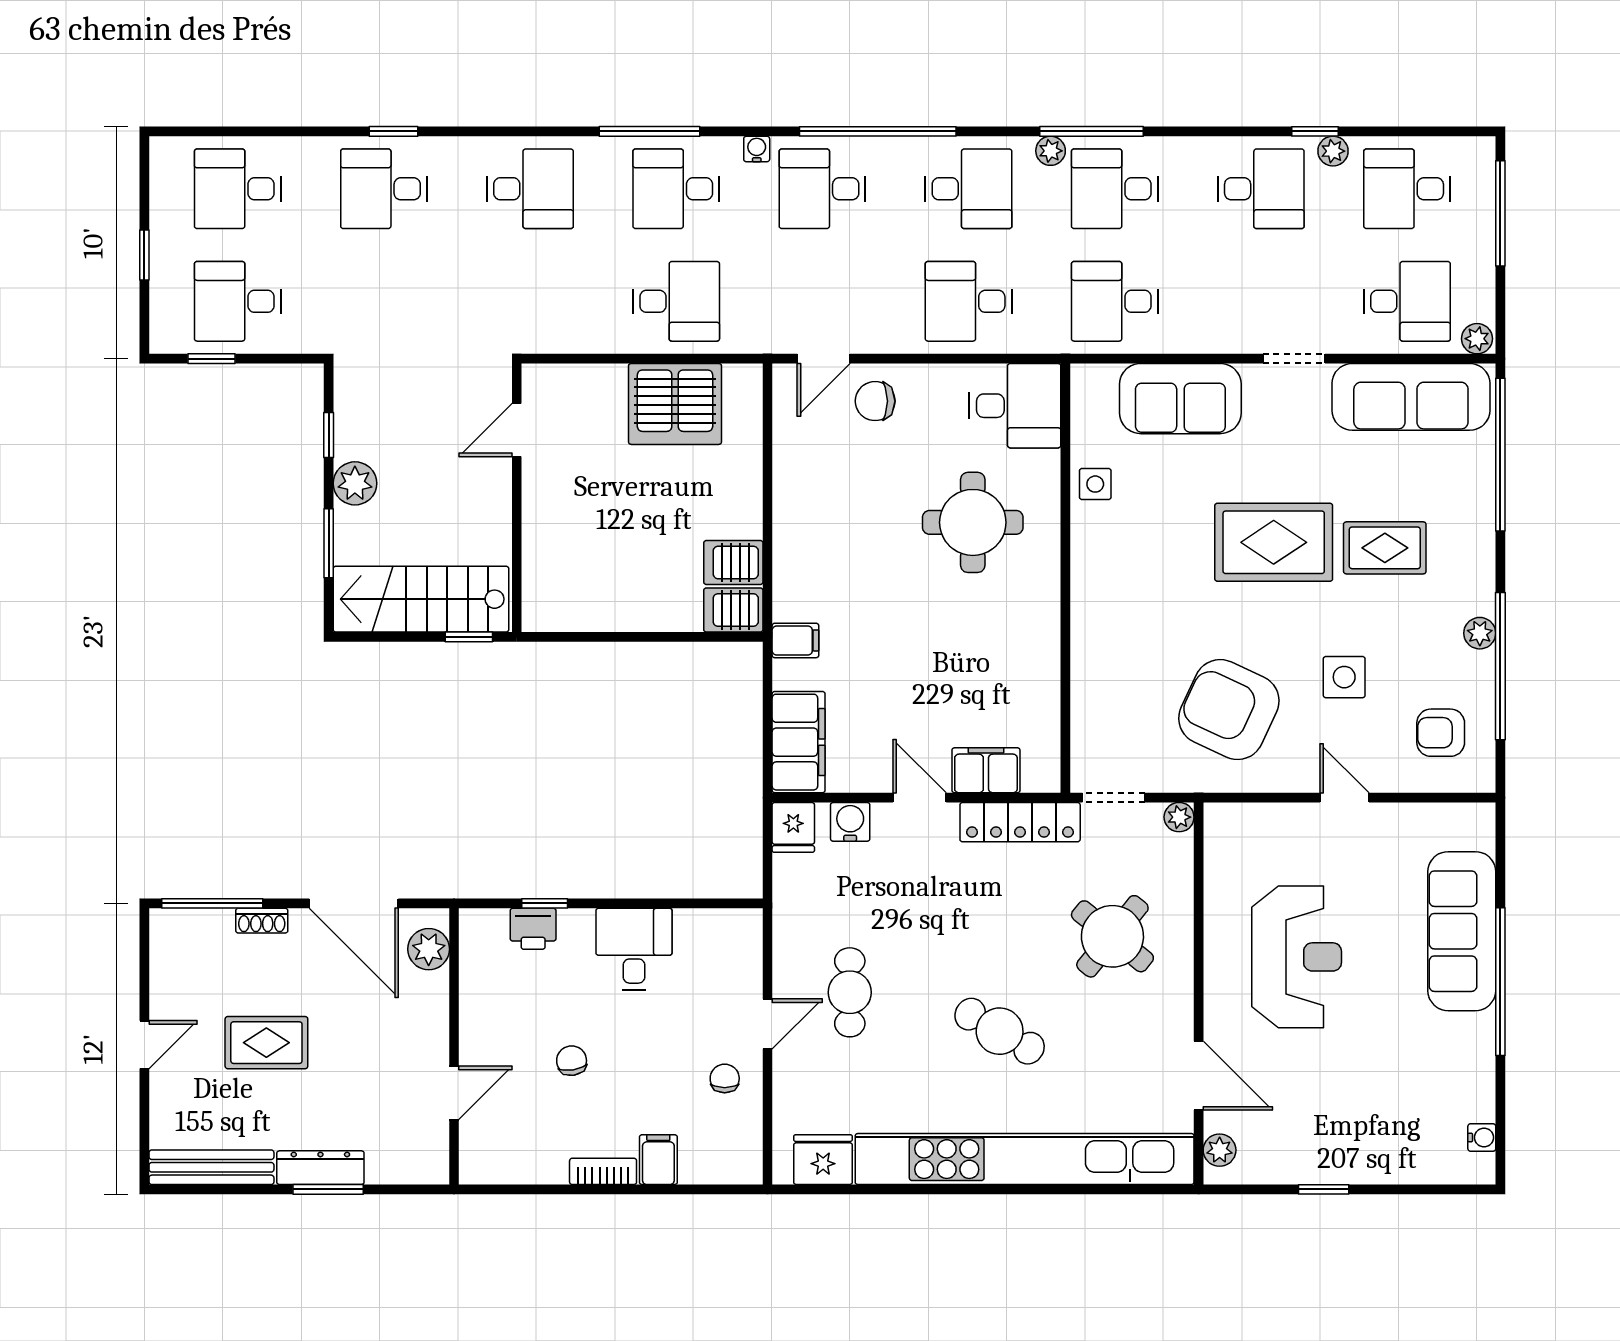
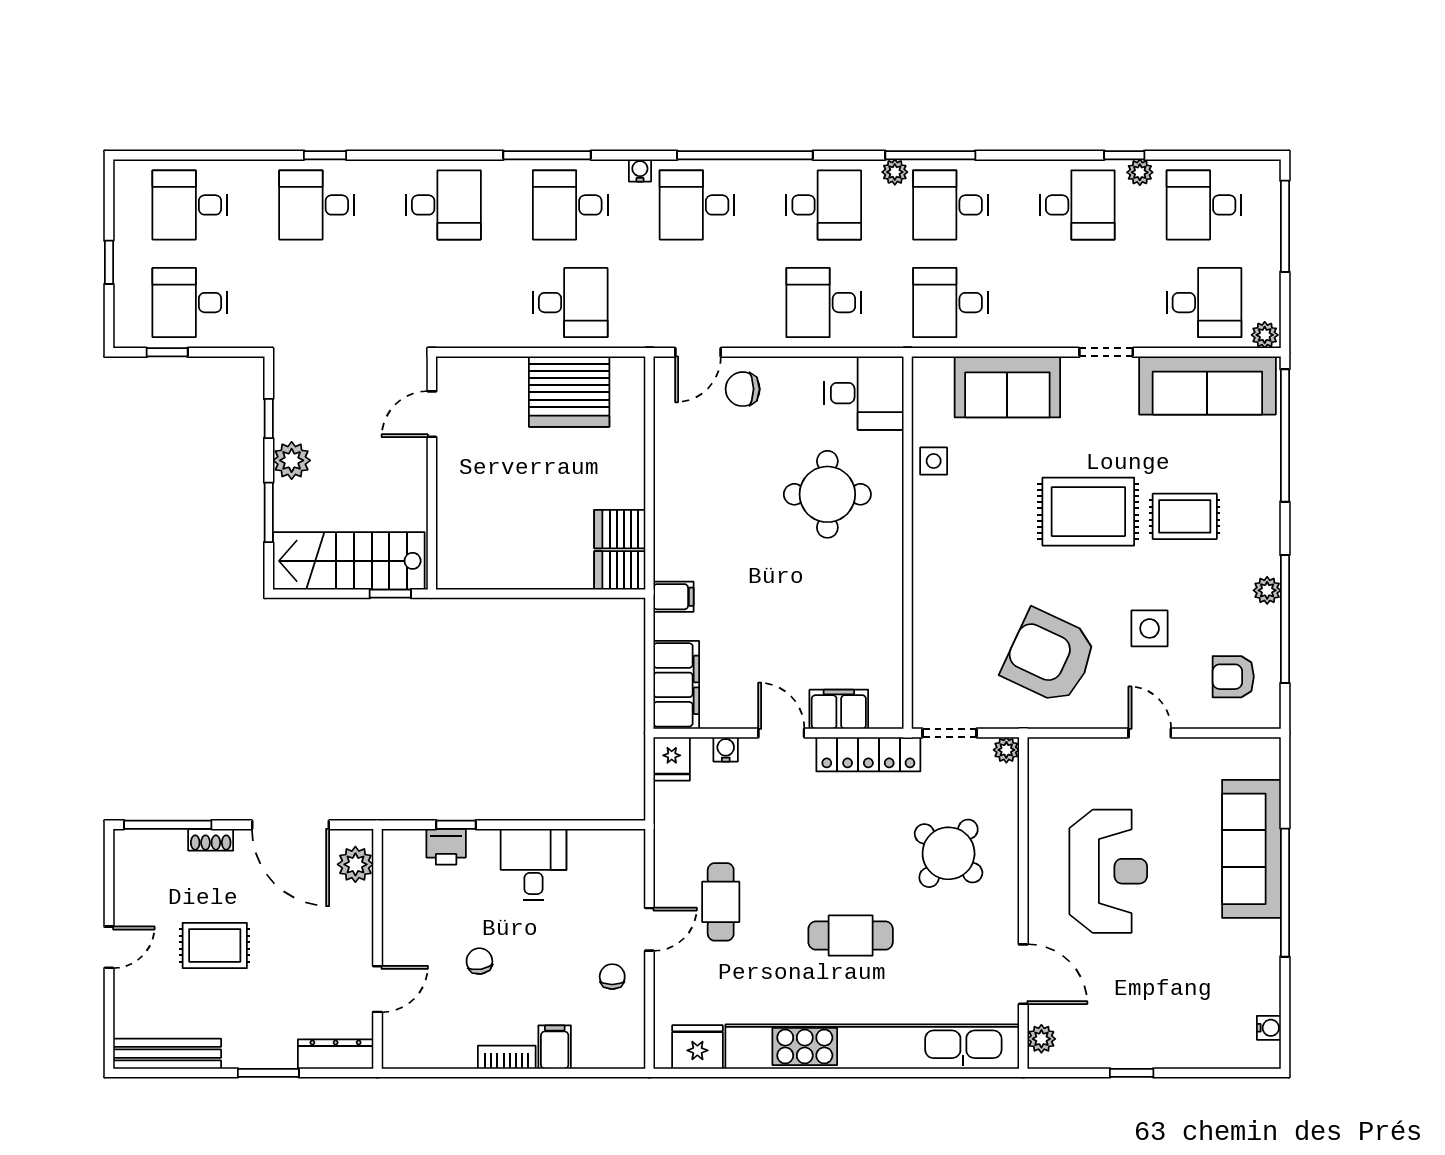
water cooler: (850, 822) -> (726, 749), width x0.72, depth x0.72
cafe table: (1000, 1031) -> (851, 936), turned -30
dresser: (320, 1168) -> (336, 1054), moved

